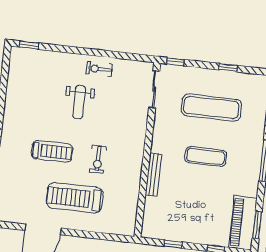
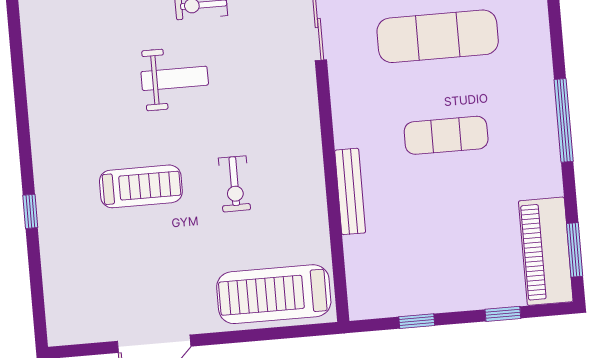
weight bench: (79, 102) -> (175, 78), turned -90
treadmill: (75, 198) -> (274, 294), moved

